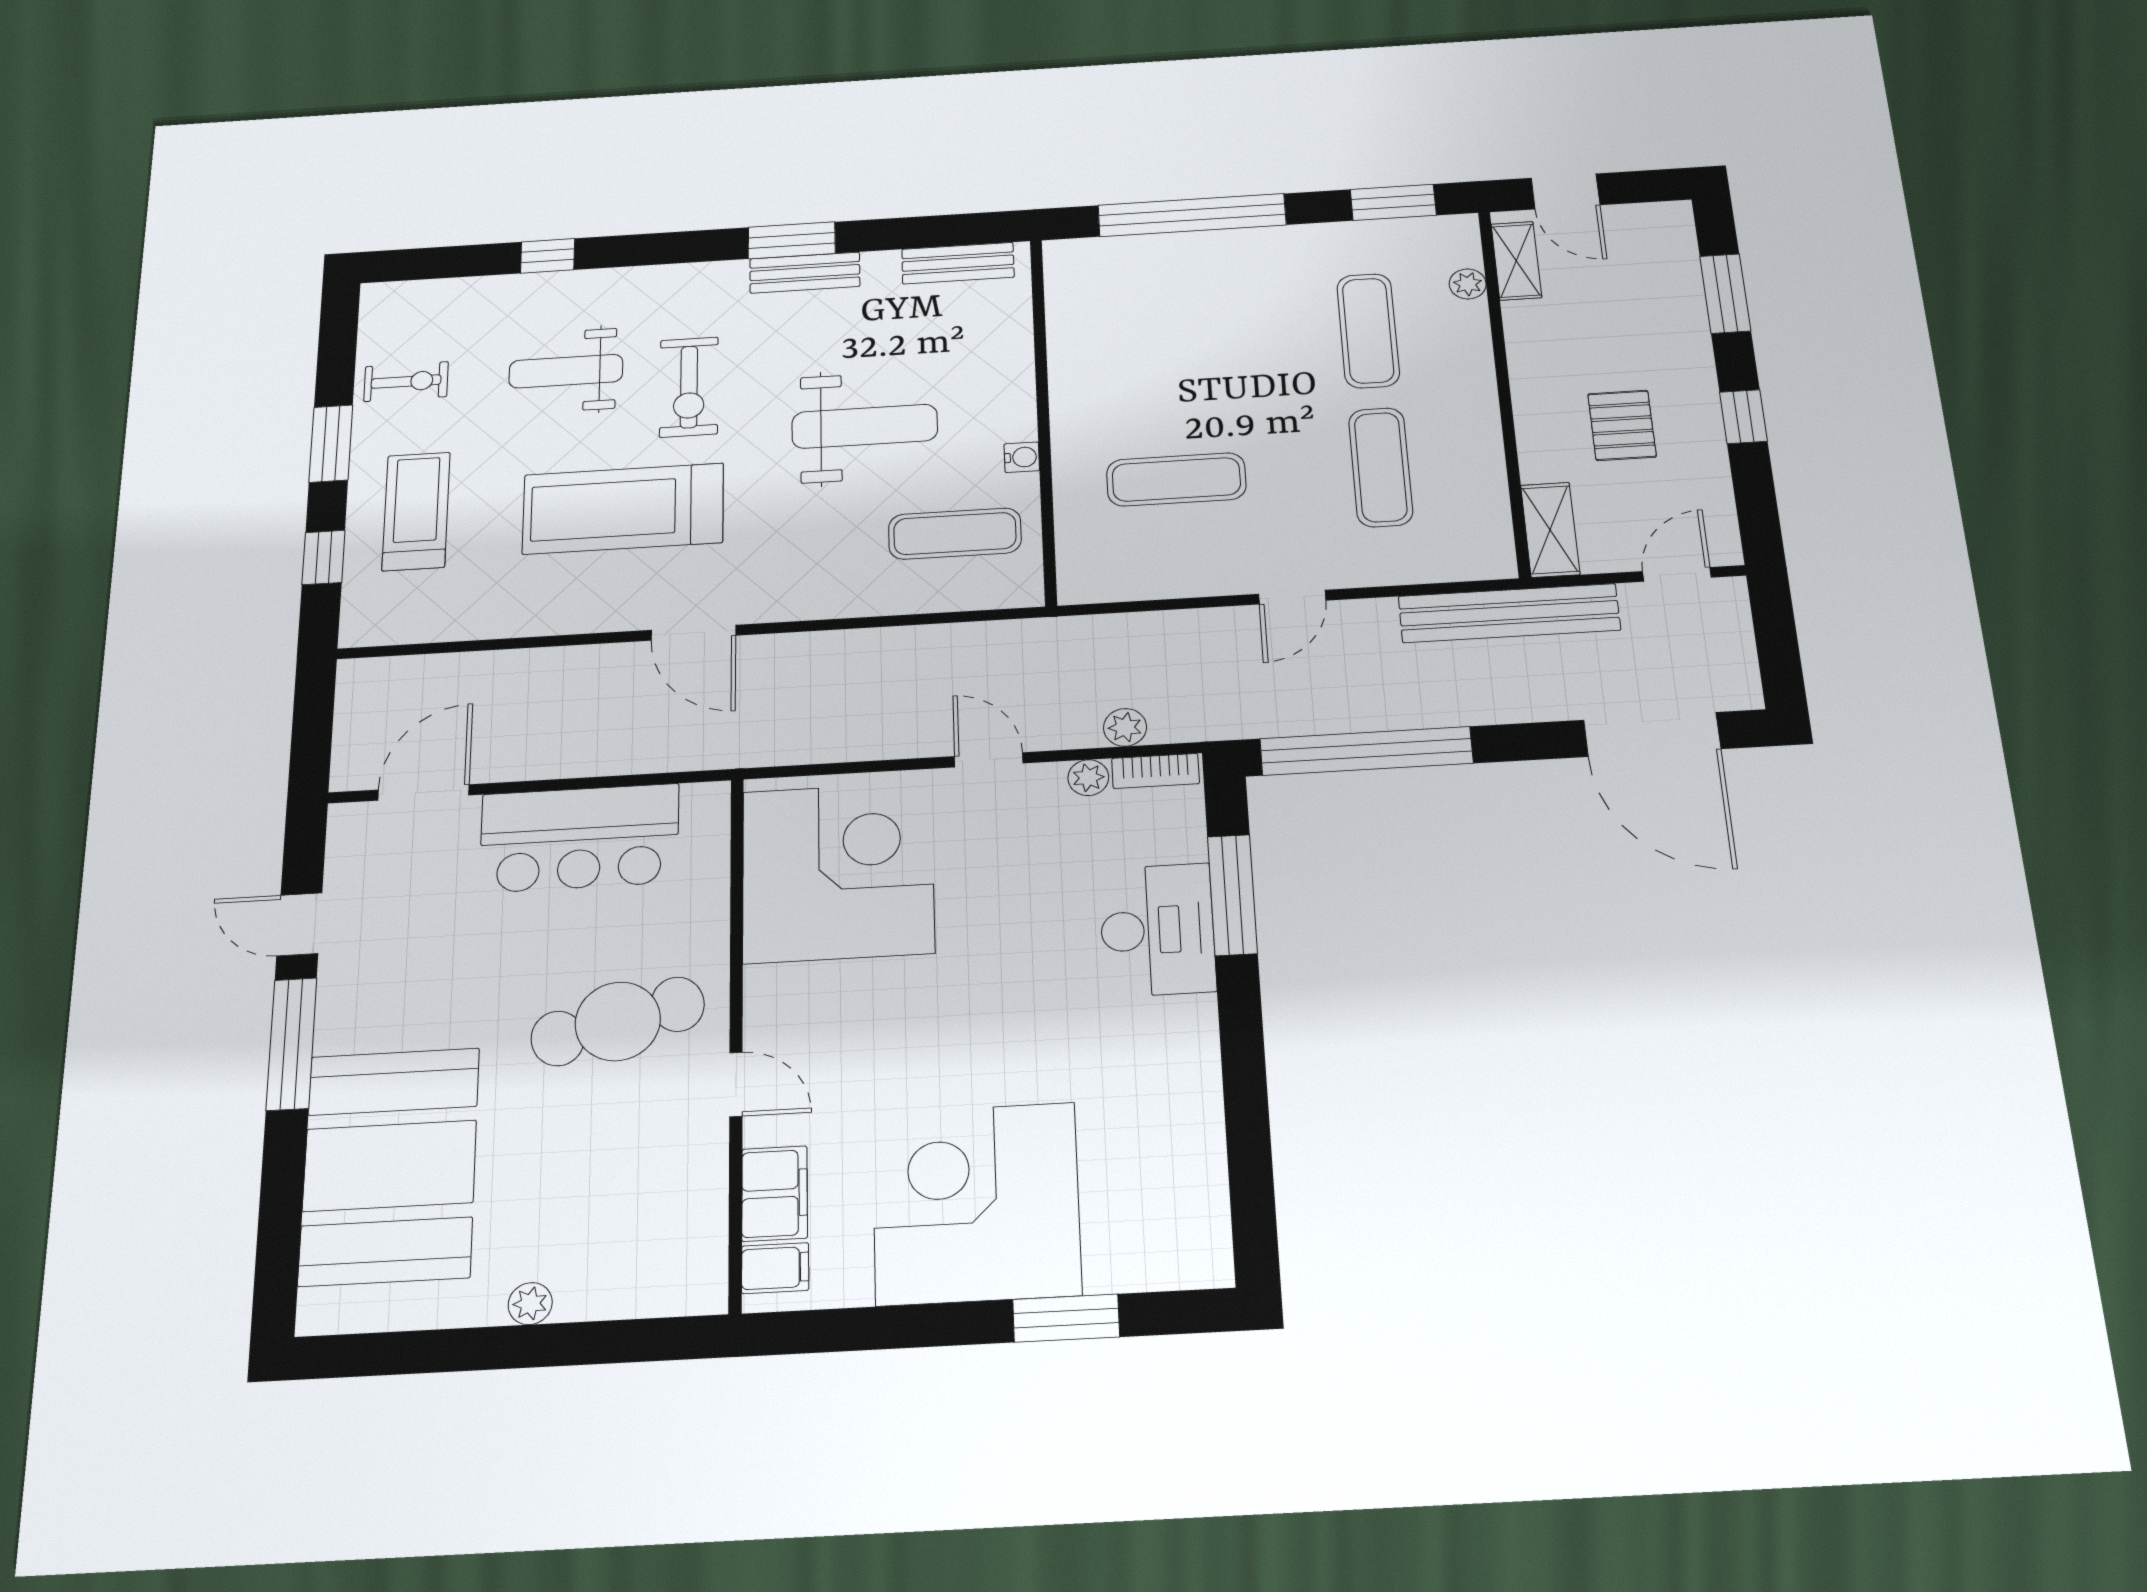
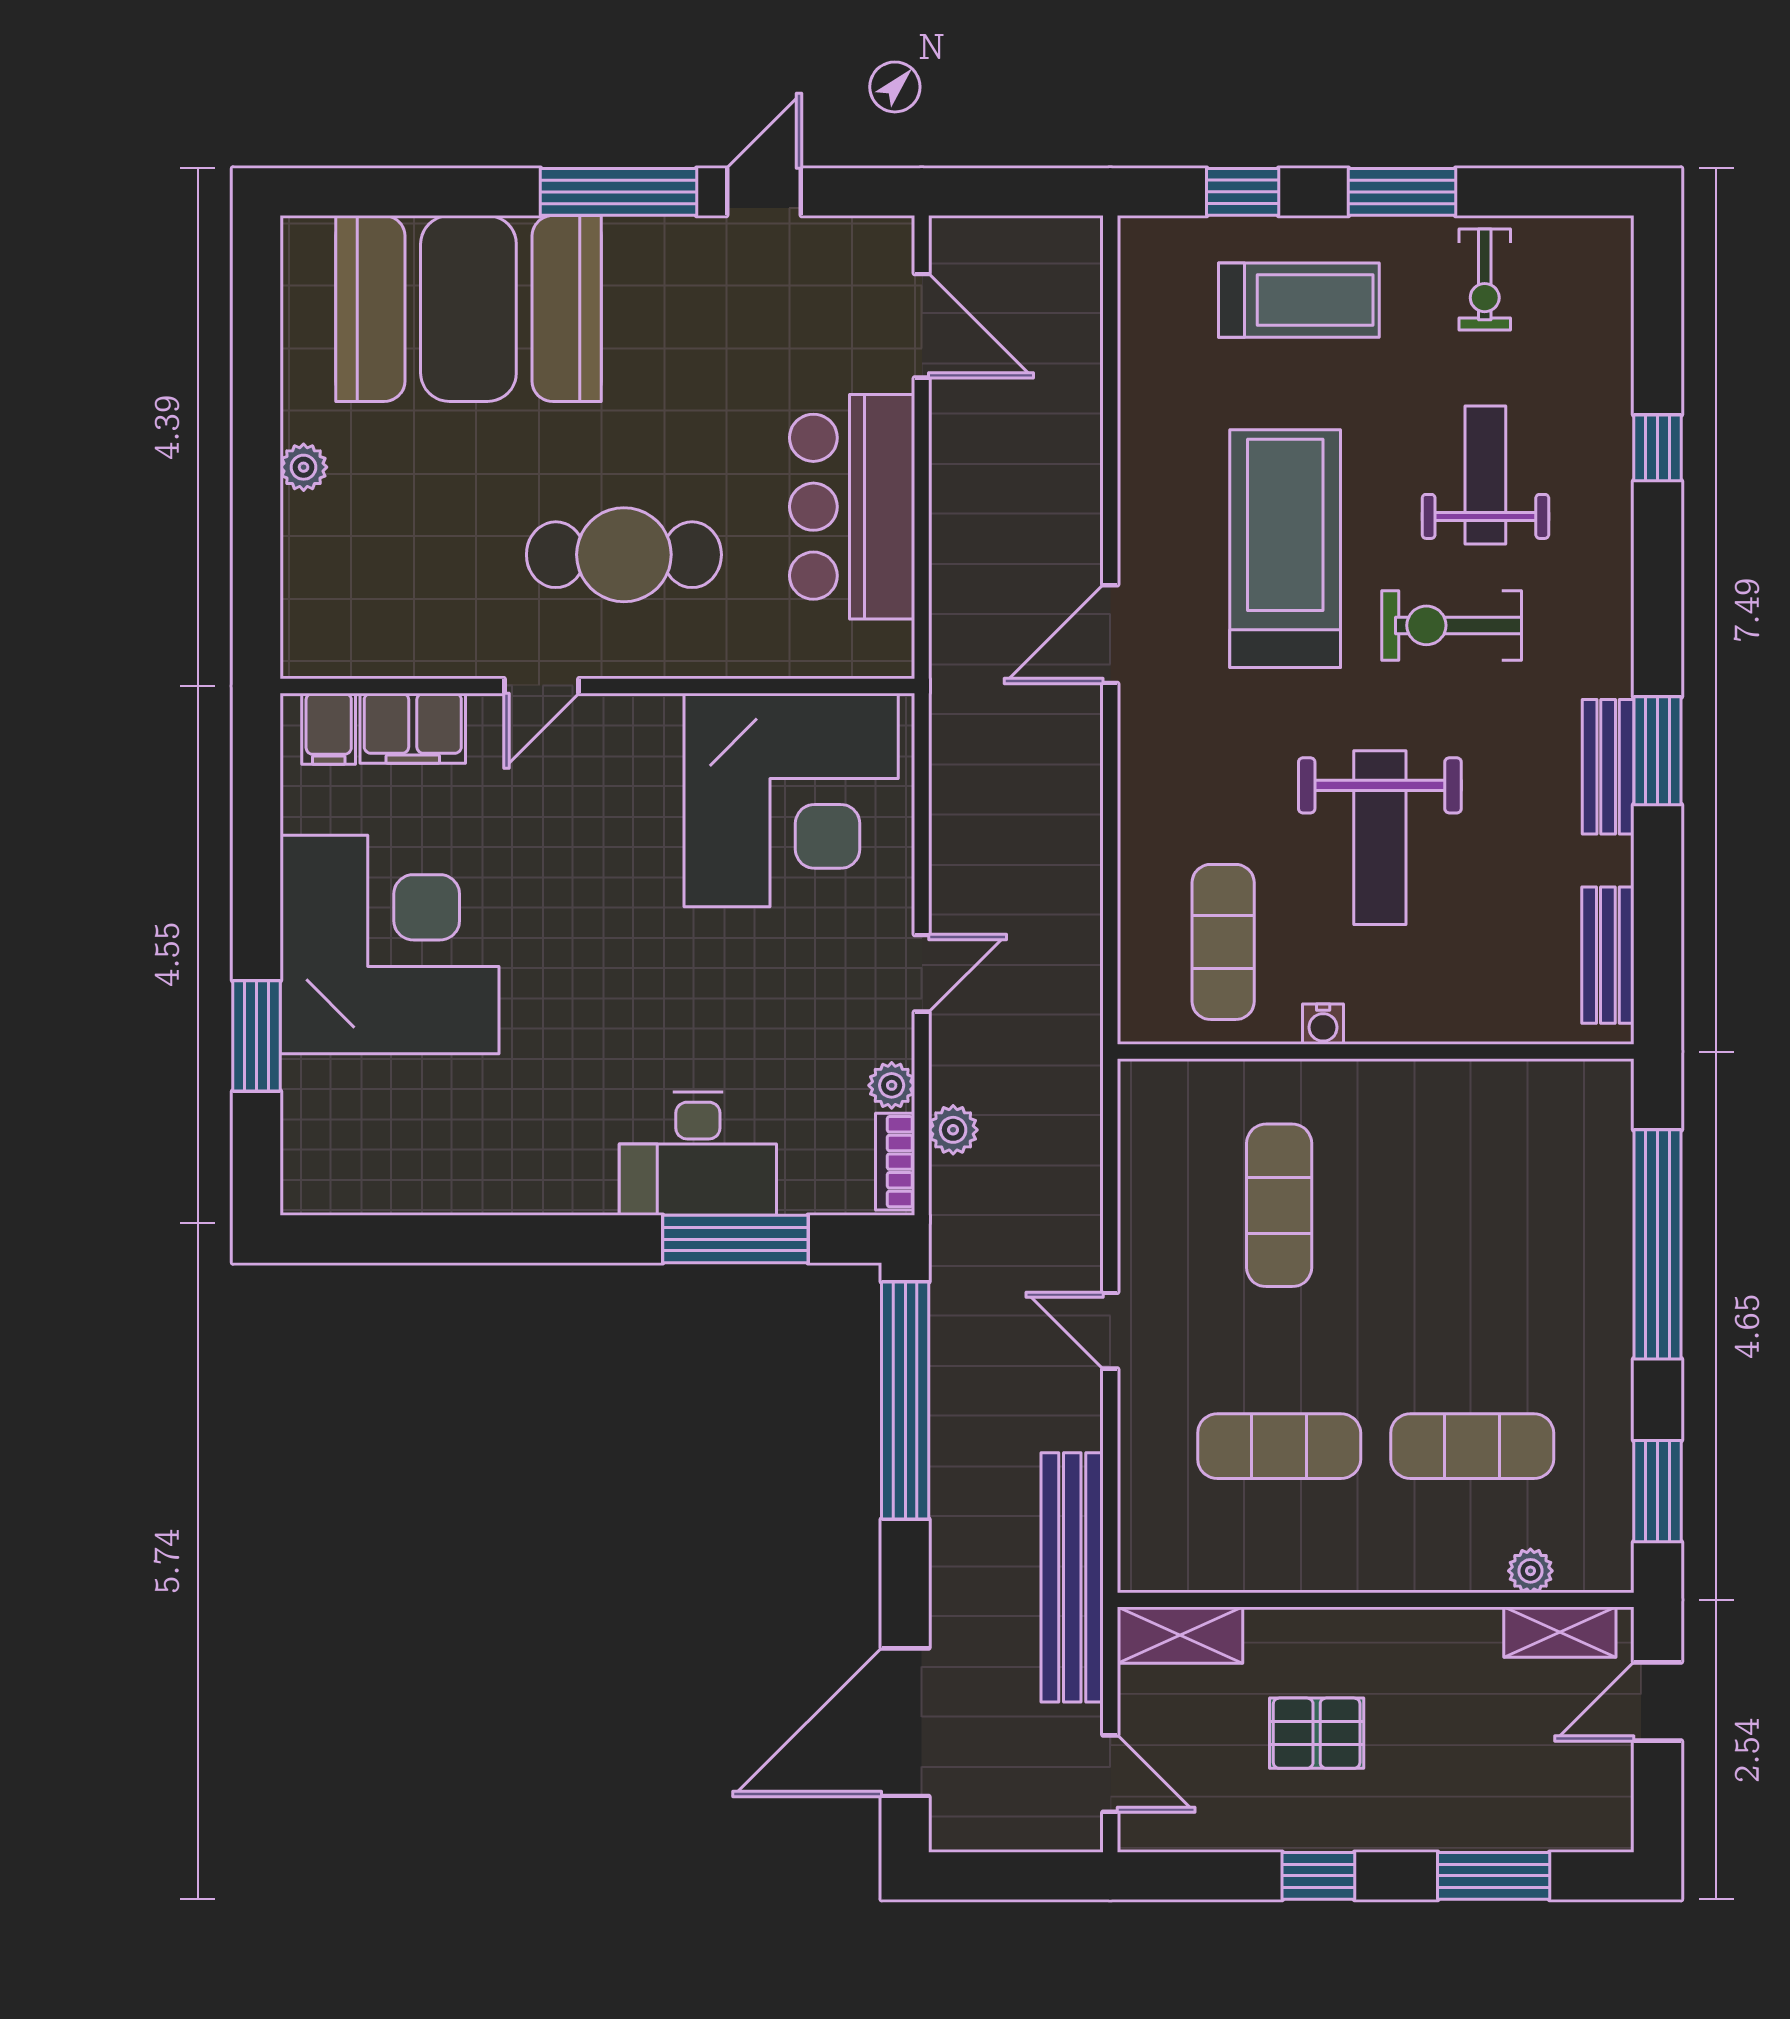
cafe table: (618, 1021) -> (624, 555), turned -76

